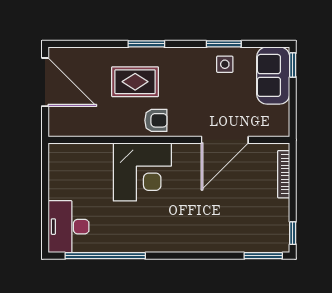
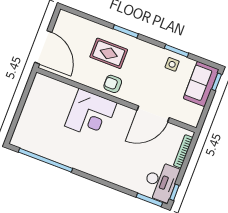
door: (45, 82) -> (43, 47), moved
armchair: (156, 120) -> (113, 84), turned 180
desk: (69, 227) -> (161, 181), moved, turned 180

